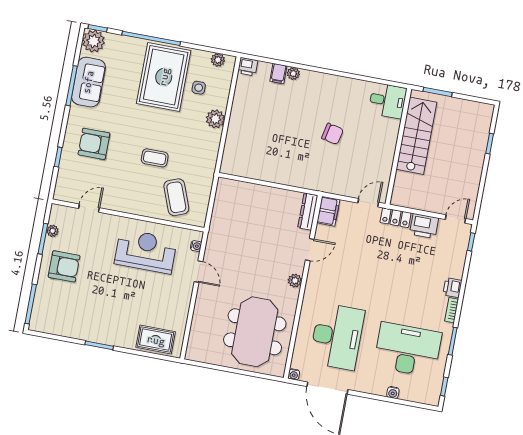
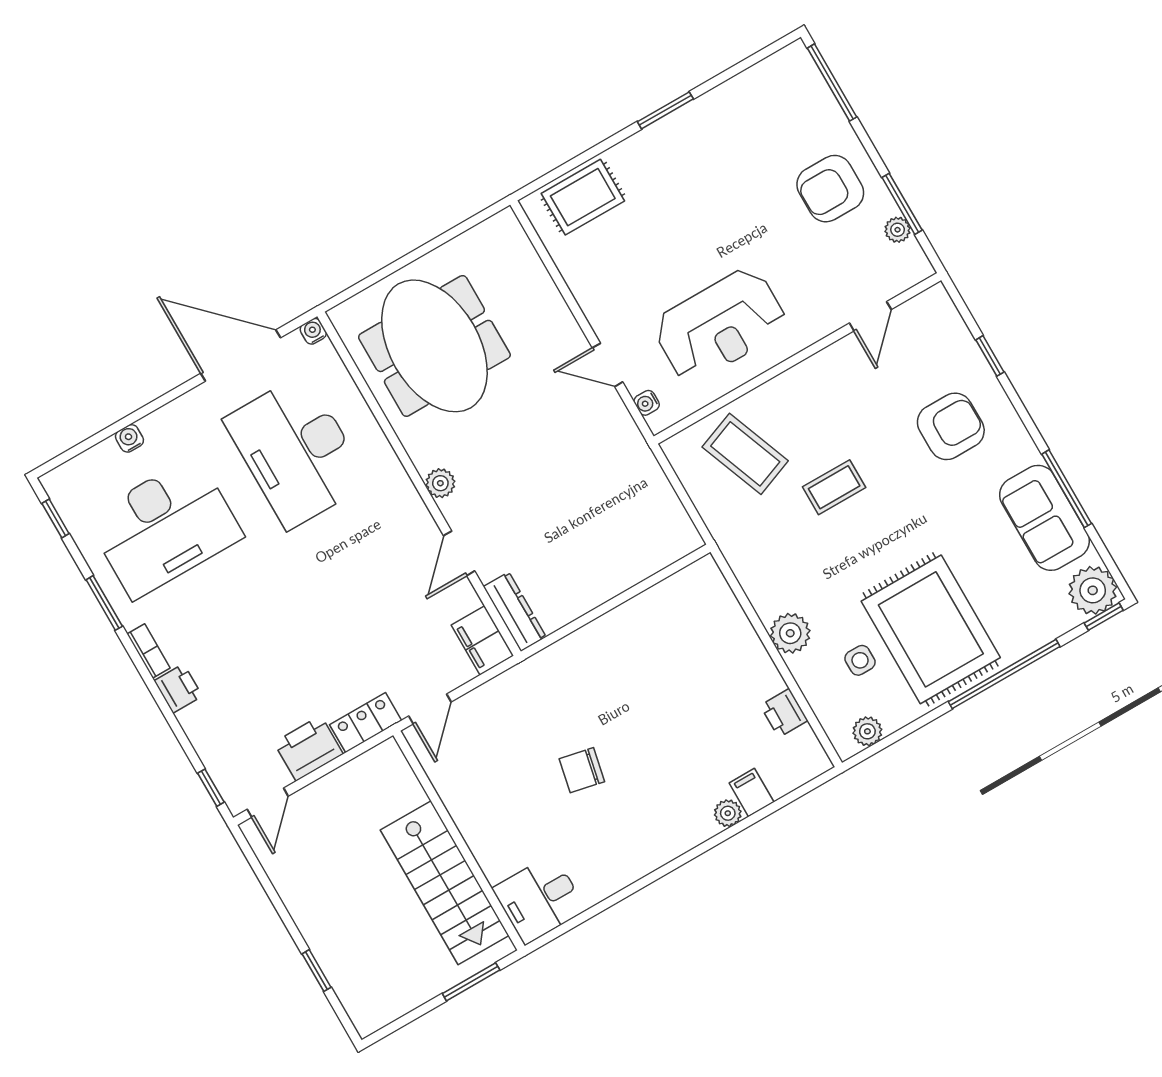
printer: (248, 67) -> (784, 713), moved, turned -90

